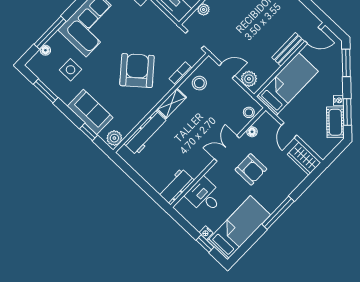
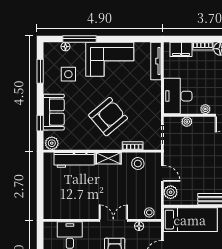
workbench: (176, 187) -> (58, 211), removed

